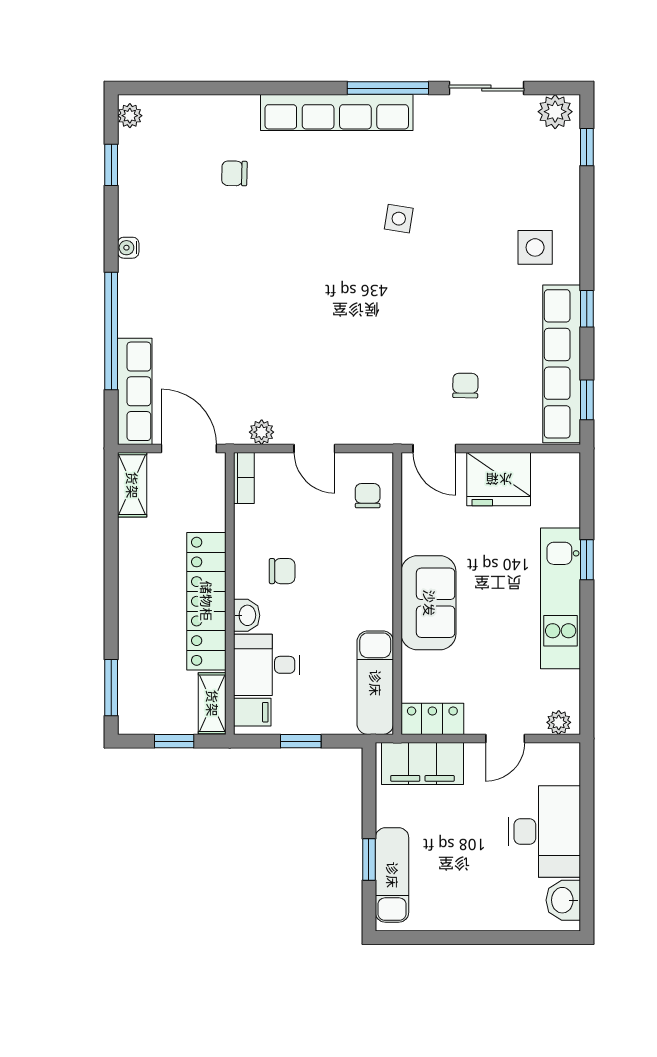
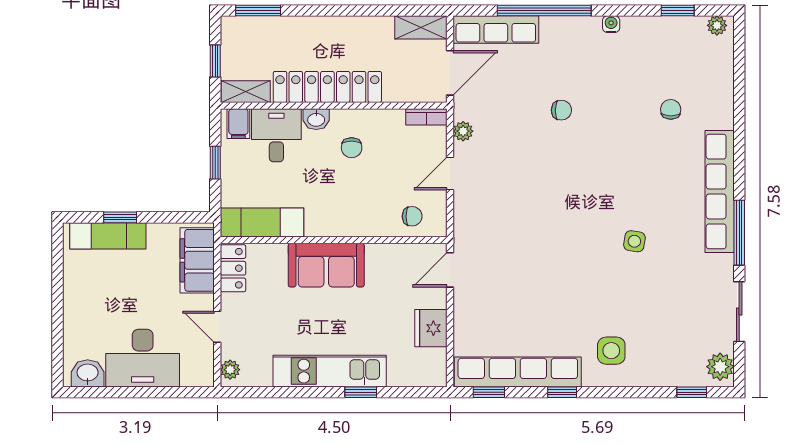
chair: (465, 386) -> (561, 110), moved
fridge: (499, 479) -> (431, 328), width x0.73, depth x0.75

